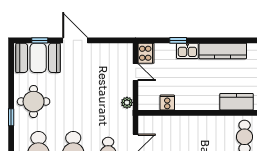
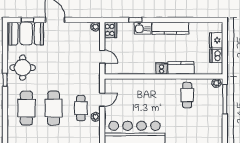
door: (136, 72) -> (102, 57), moved
cooker: (167, 102) -> (162, 68), moved
plant: (127, 103) -> (95, 27), moved

